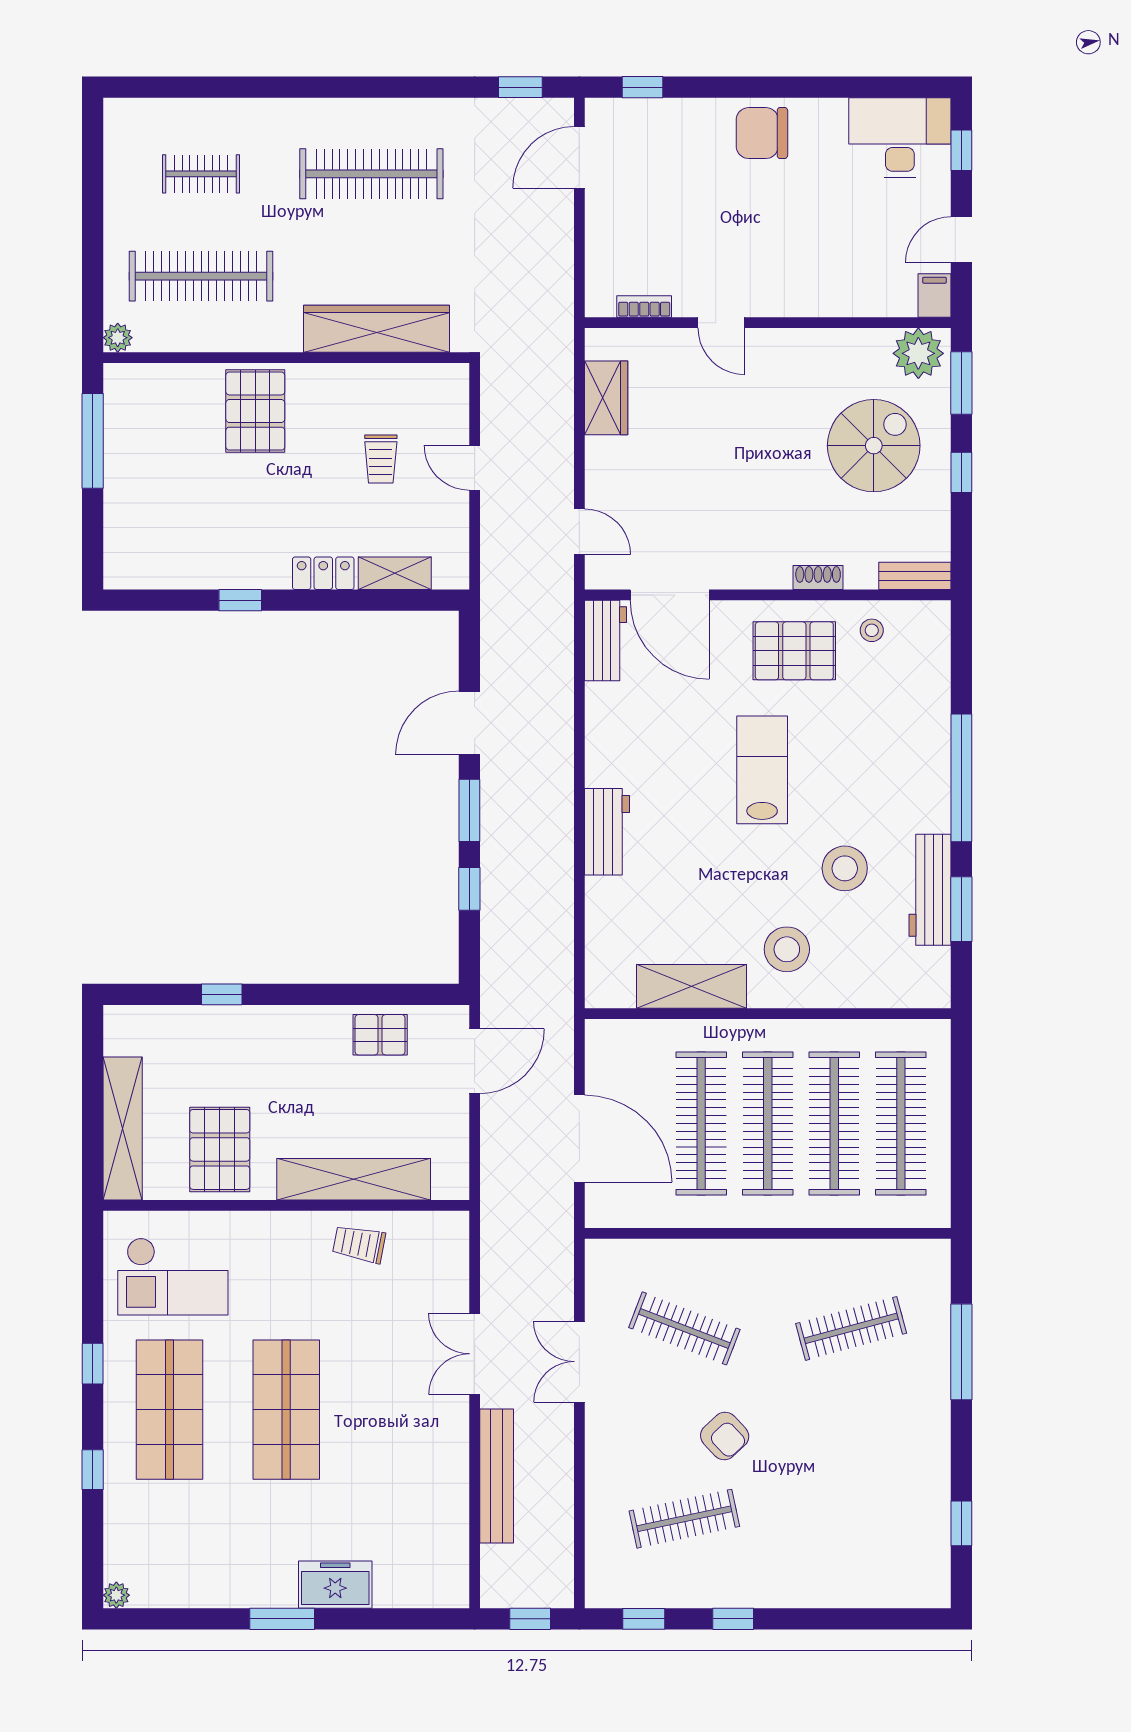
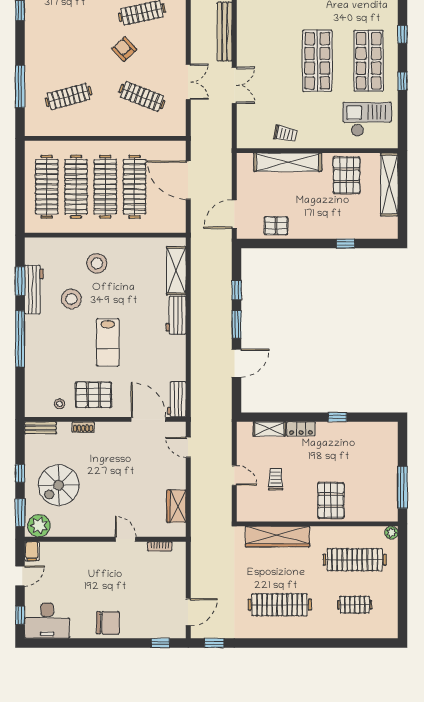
shelving: (691, 986) -> (176, 271), moved, turned 90

